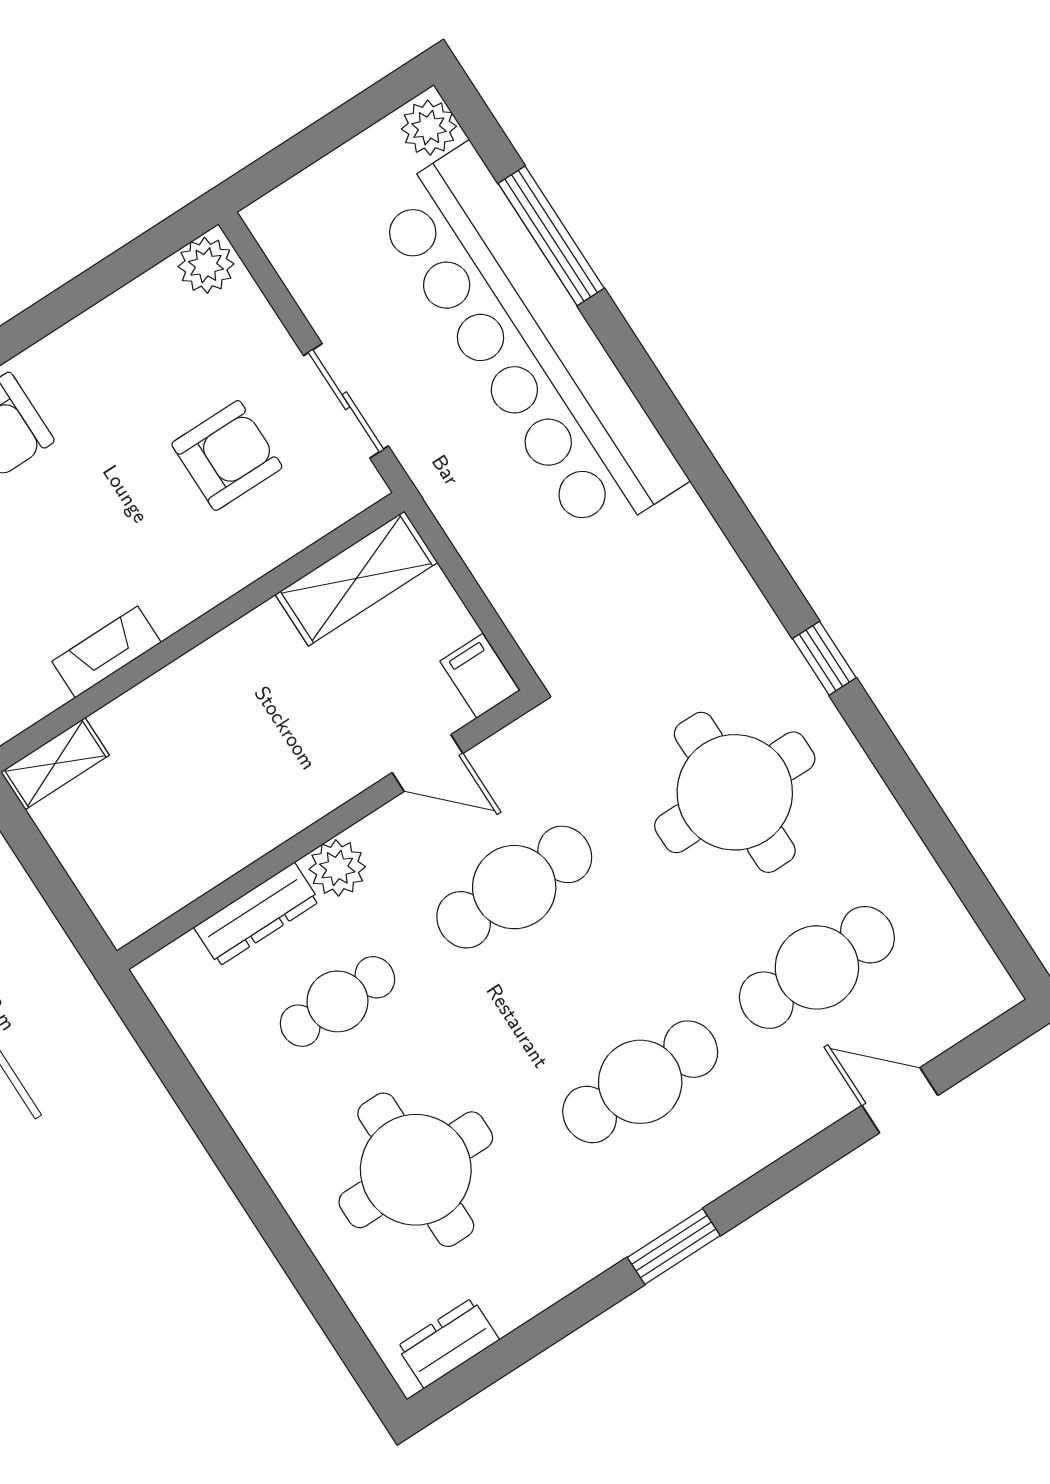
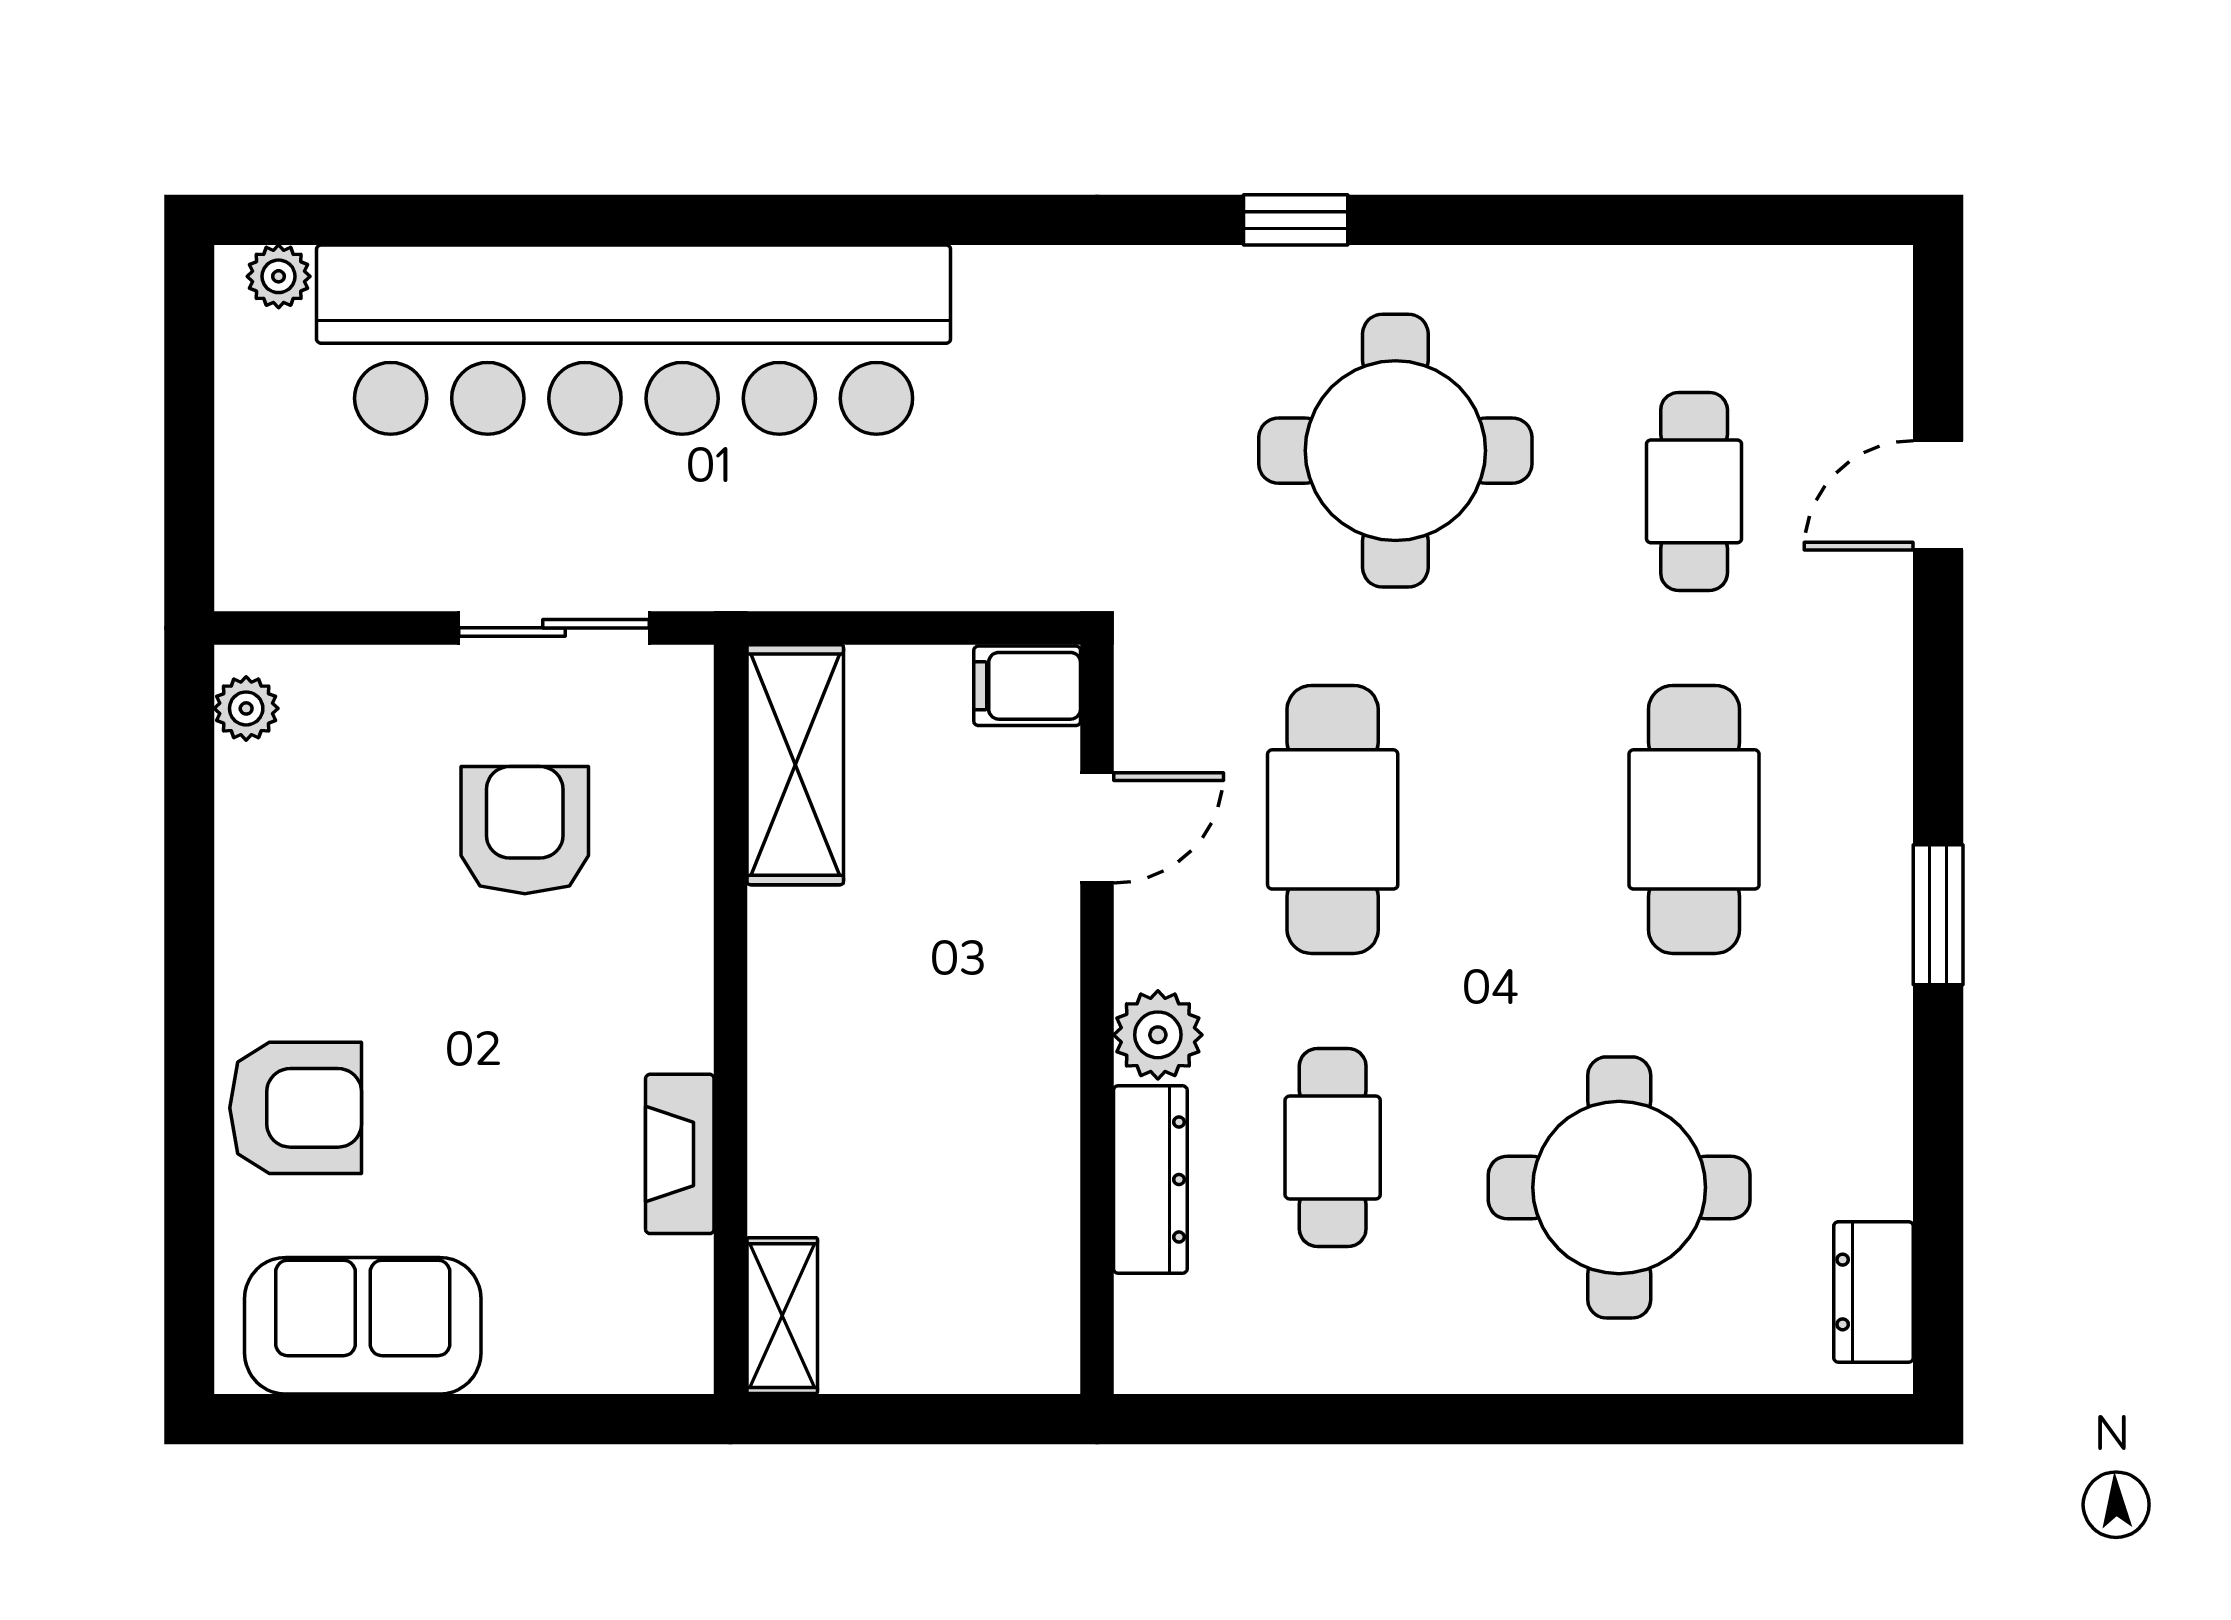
plant: (429, 128) -> (279, 276), width x0.73, depth x0.73
window: (551, 236) -> (512, 220), removed
plant: (206, 265) -> (246, 708), width x0.73, depth x0.73
cafe table: (817, 967) -> (1694, 491), width x0.73, depth x0.74

